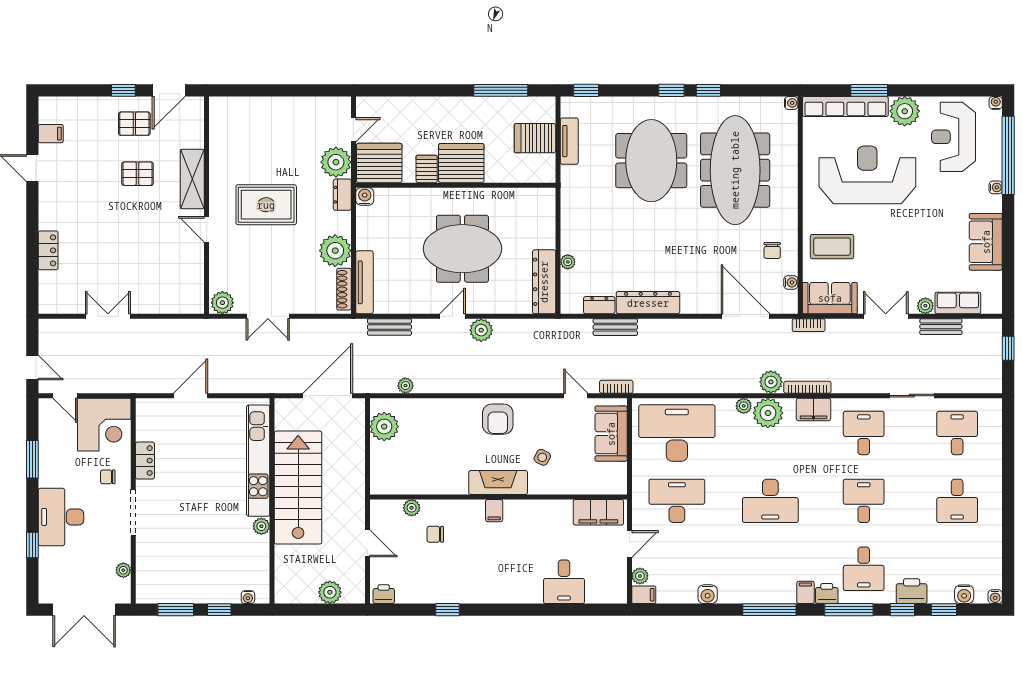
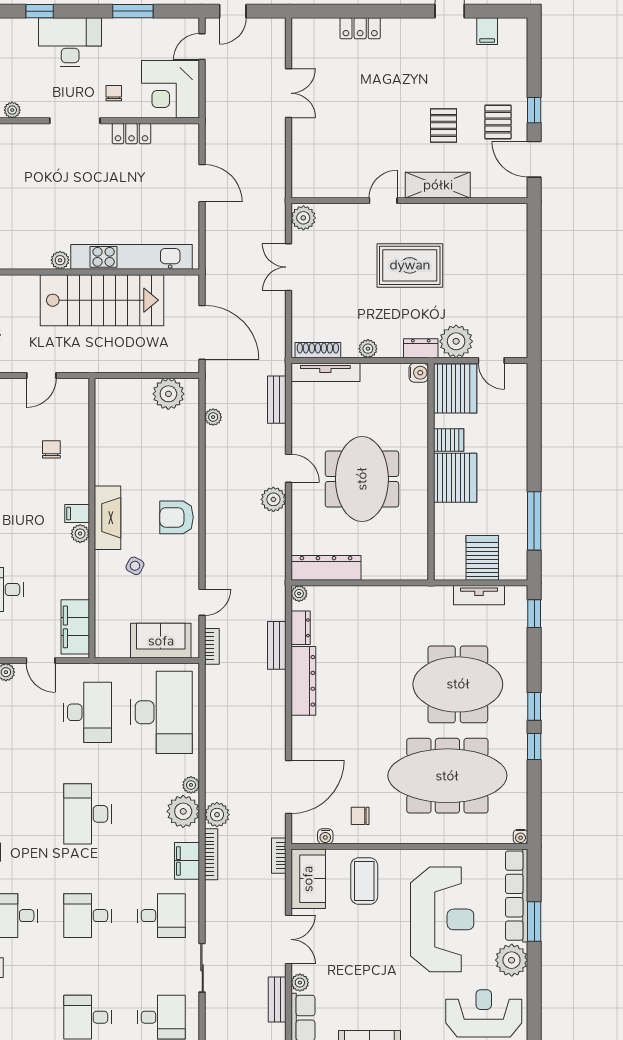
rug: (266, 205) -> (410, 265), turned 90
plant: (335, 251) -> (368, 349), width x0.53, depth x0.53
plant: (568, 262) -> (299, 594), moved
desk: (864, 501) -> (88, 916), turned 180
plant: (412, 508) -> (80, 534), moved

